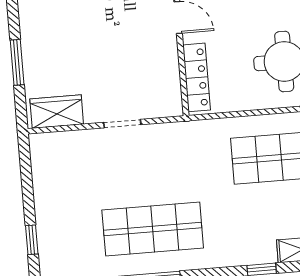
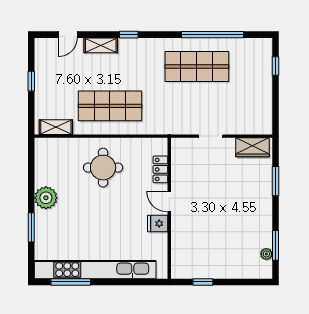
locker: (197, 77) -> (160, 169), width x0.66

